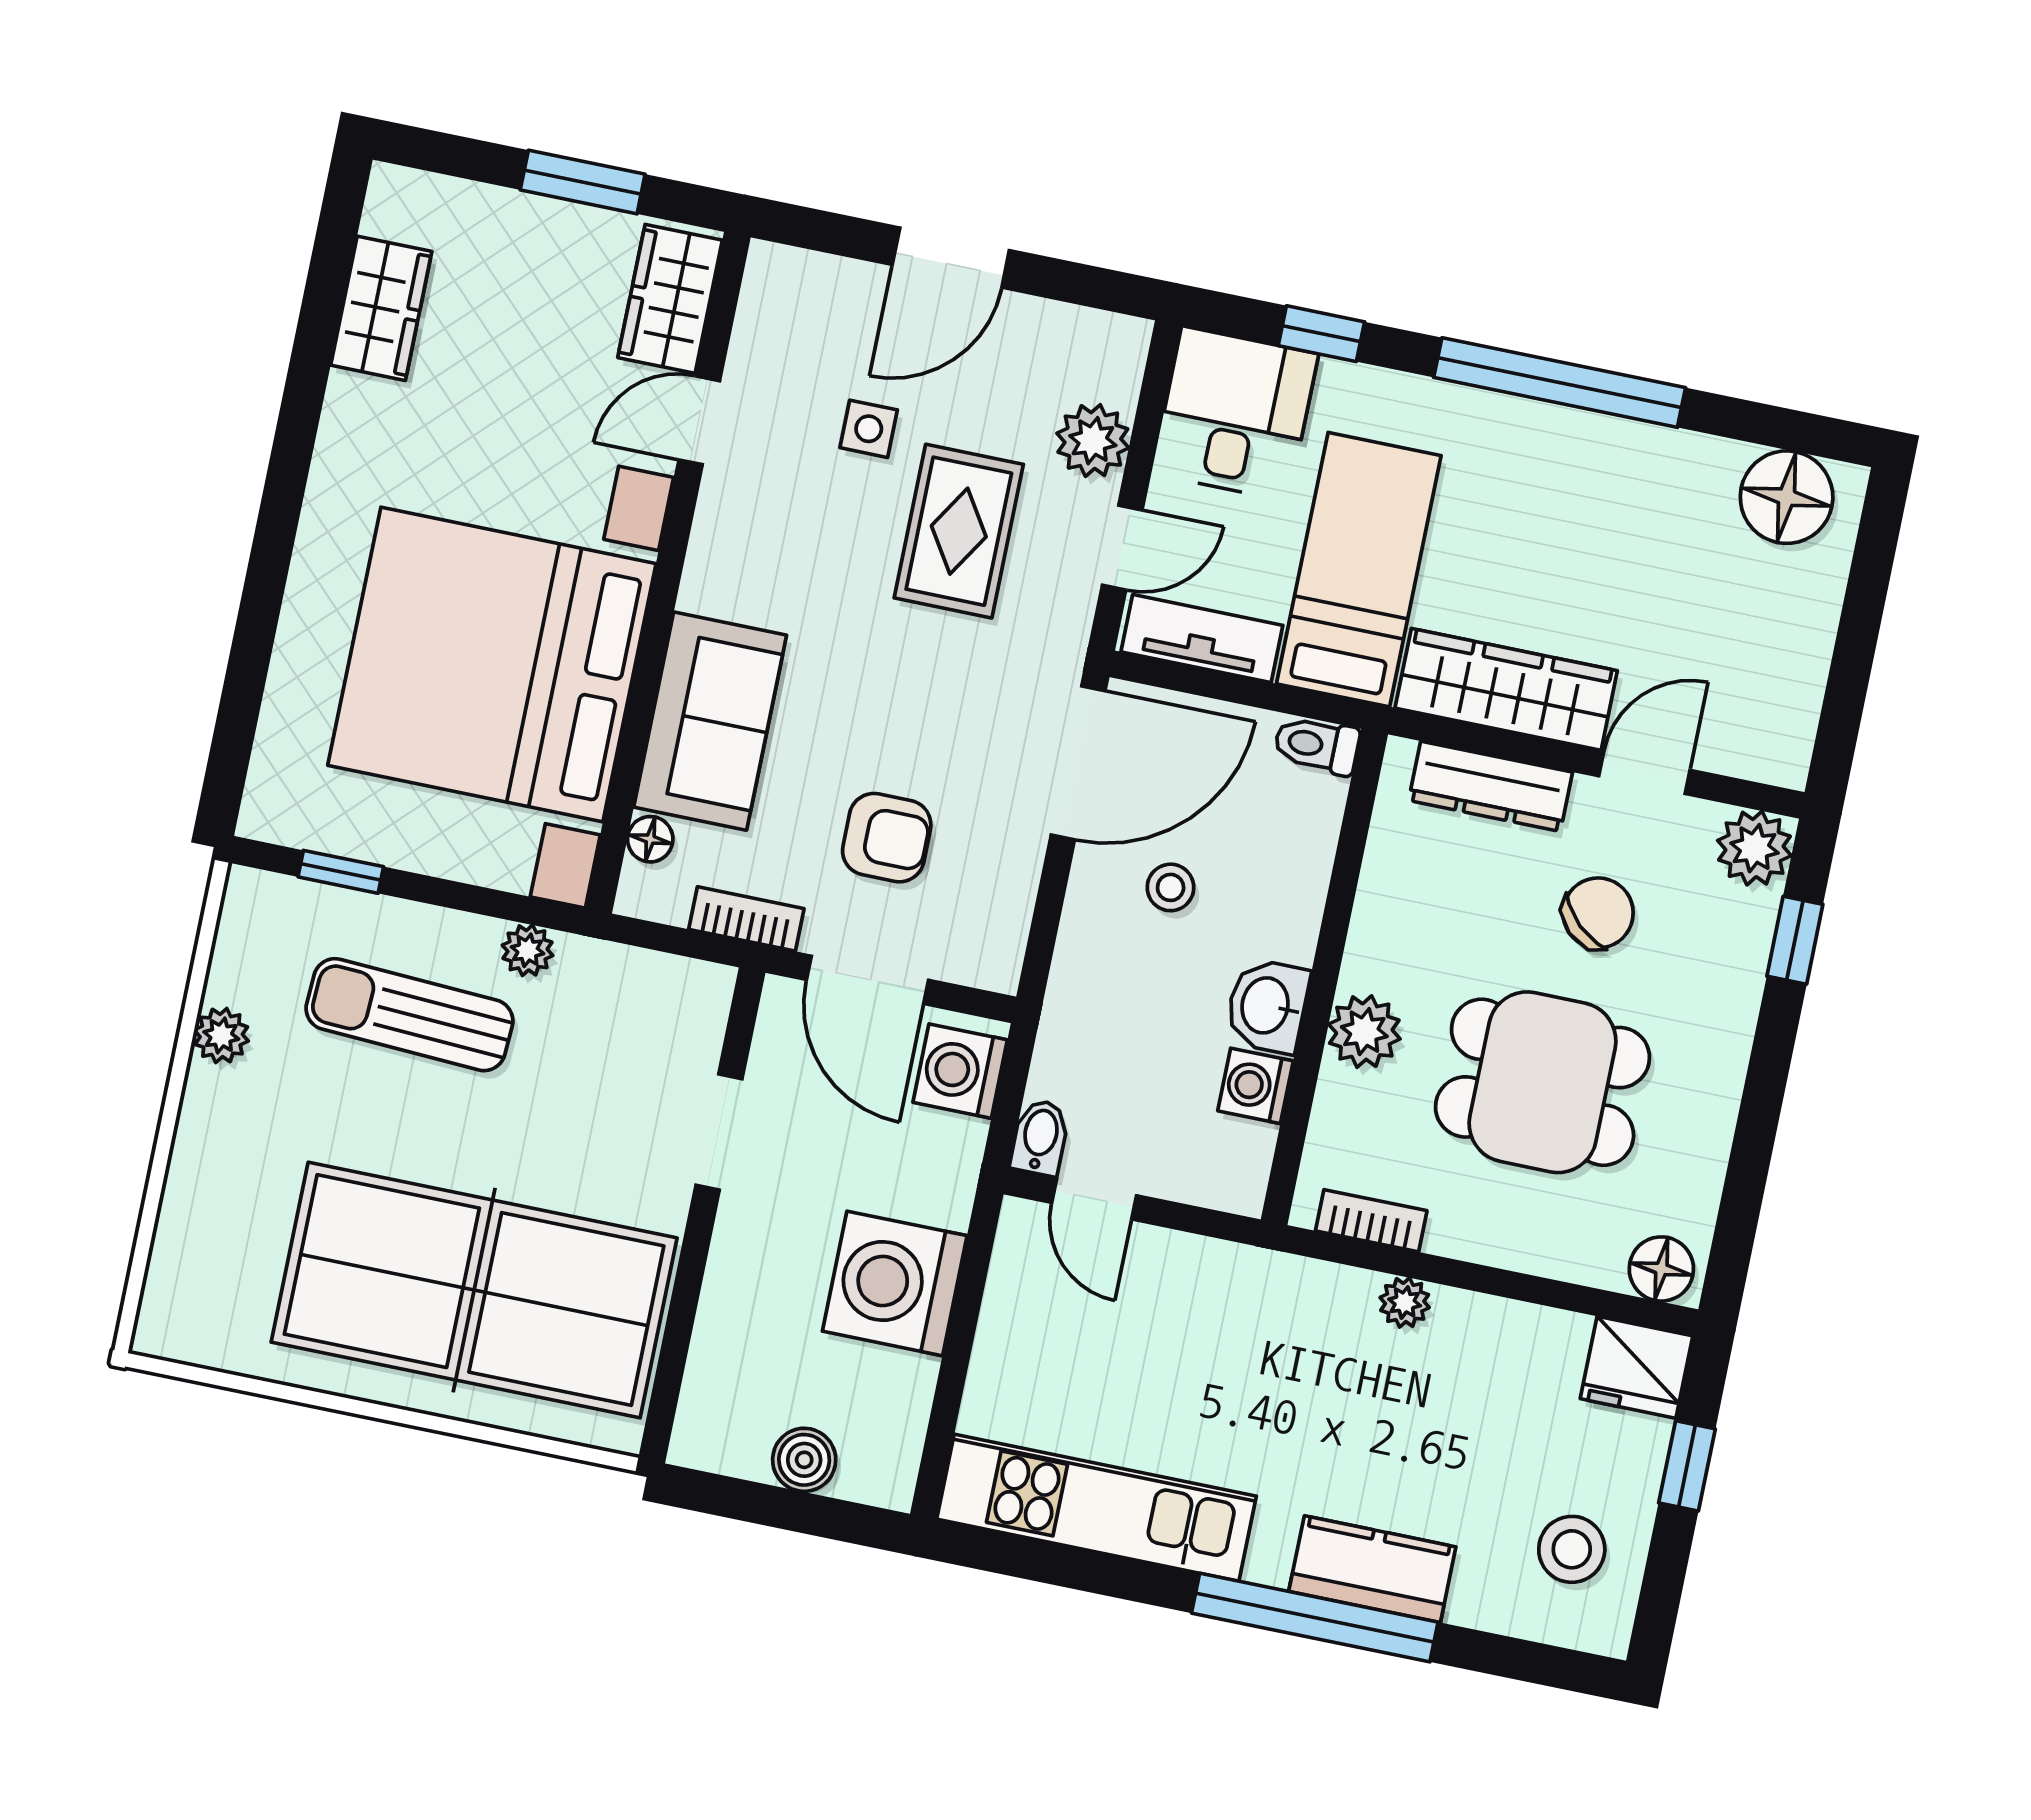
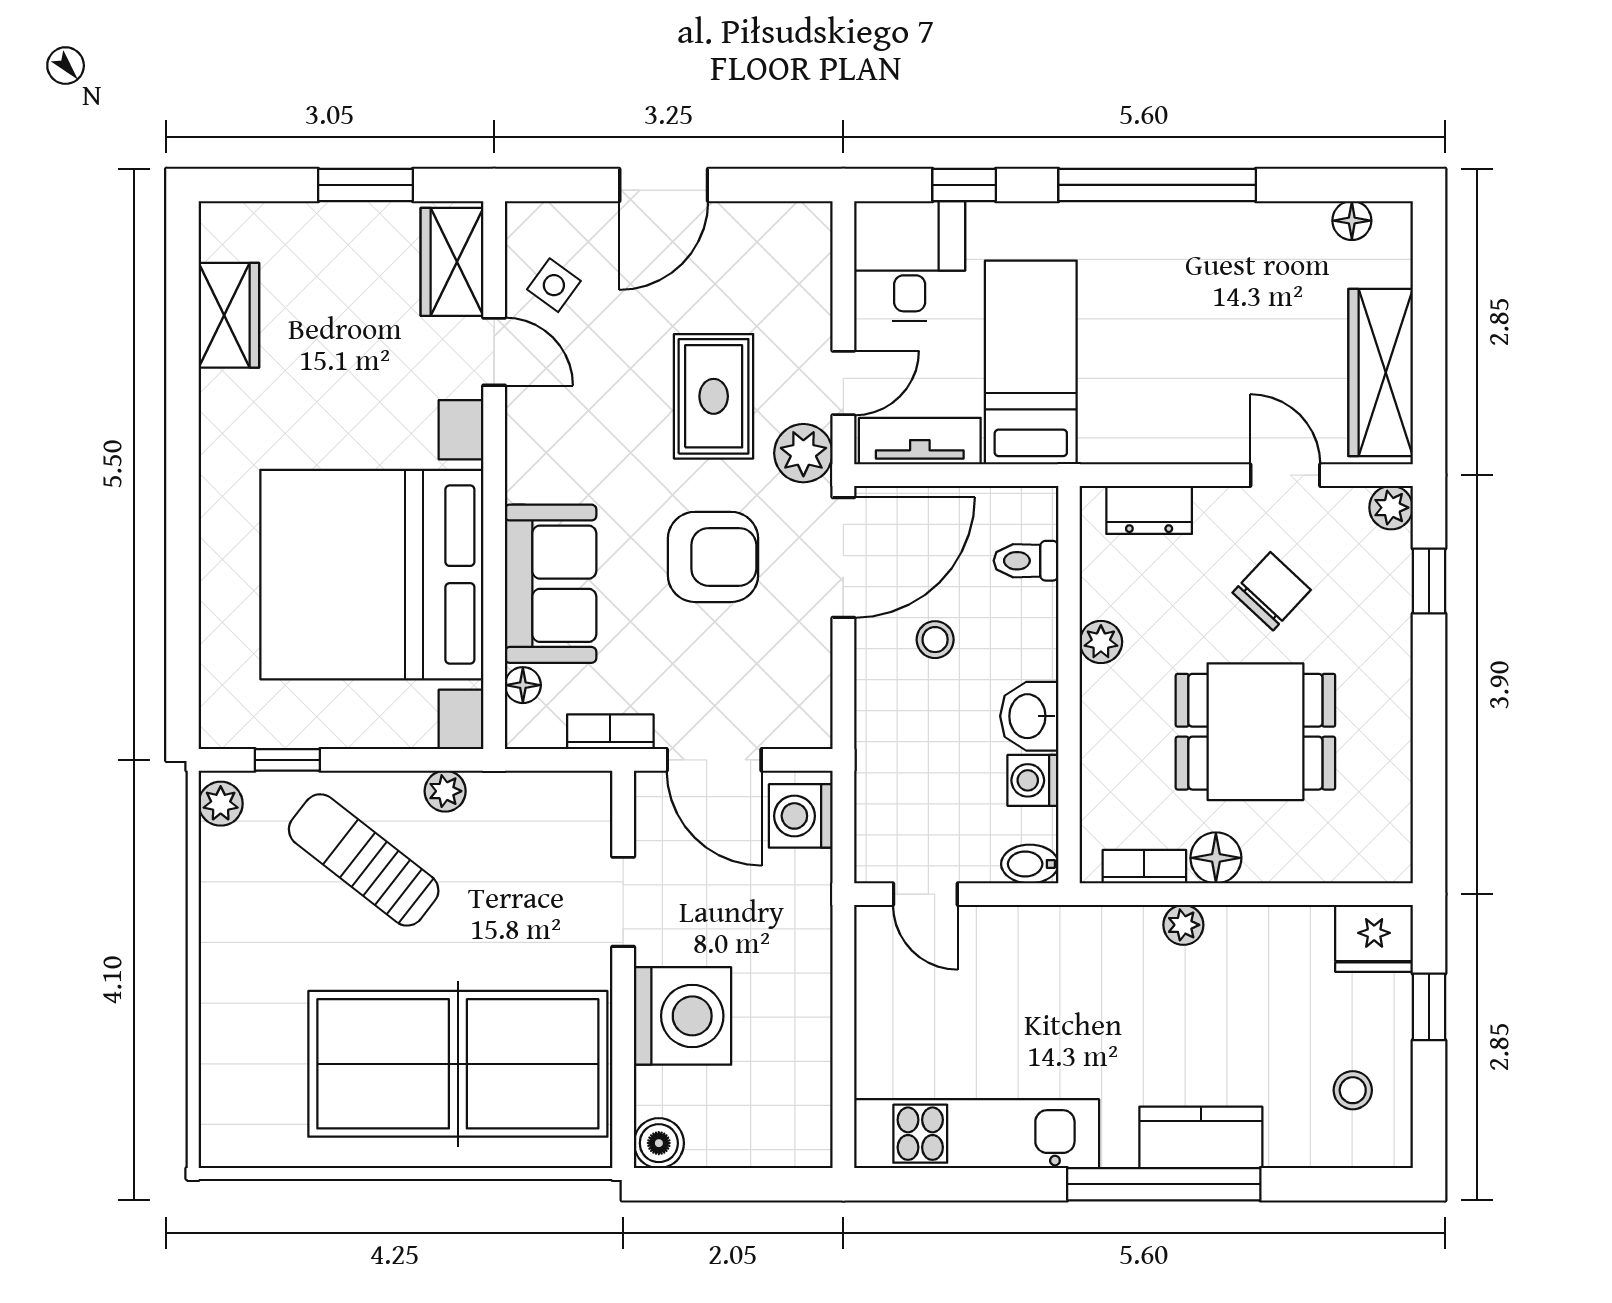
door: (699, 420) -> (494, 352), swing flipped
side table: (869, 429) -> (554, 285), moved, turned 36
plant: (1093, 441) -> (803, 453), moved
floor lamp: (1787, 497) -> (1352, 221), width x0.53, depth x0.53
wardrobe: (1506, 689) -> (1381, 373), moved, turned -90
toilet: (1317, 745) -> (1026, 561), moved
door: (1644, 773) -> (1285, 475), hinge flipped
dresser: (1491, 786) -> (1149, 510), width x0.70
armchair: (887, 838) -> (713, 557), moved, width x1.38, depth x1.38
plant: (1754, 848) -> (1391, 508), width x0.73, depth x0.73
sun lounger: (409, 1015) -> (364, 860), turned 35
plant: (1364, 1032) -> (1101, 642), moved, width x0.73, depth x0.73
plant: (221, 1036) -> (221, 804), moved
bidet: (1040, 1137) -> (1030, 864), moved, turned -90
floor lamp: (1661, 1269) -> (1216, 858), moved
washing machine: (895, 1283) -> (682, 1016), moved, turned 180
boiler: (804, 1460) -> (659, 1143), moved
stool: (1572, 1549) -> (1353, 1090), width x0.73, depth x0.73

